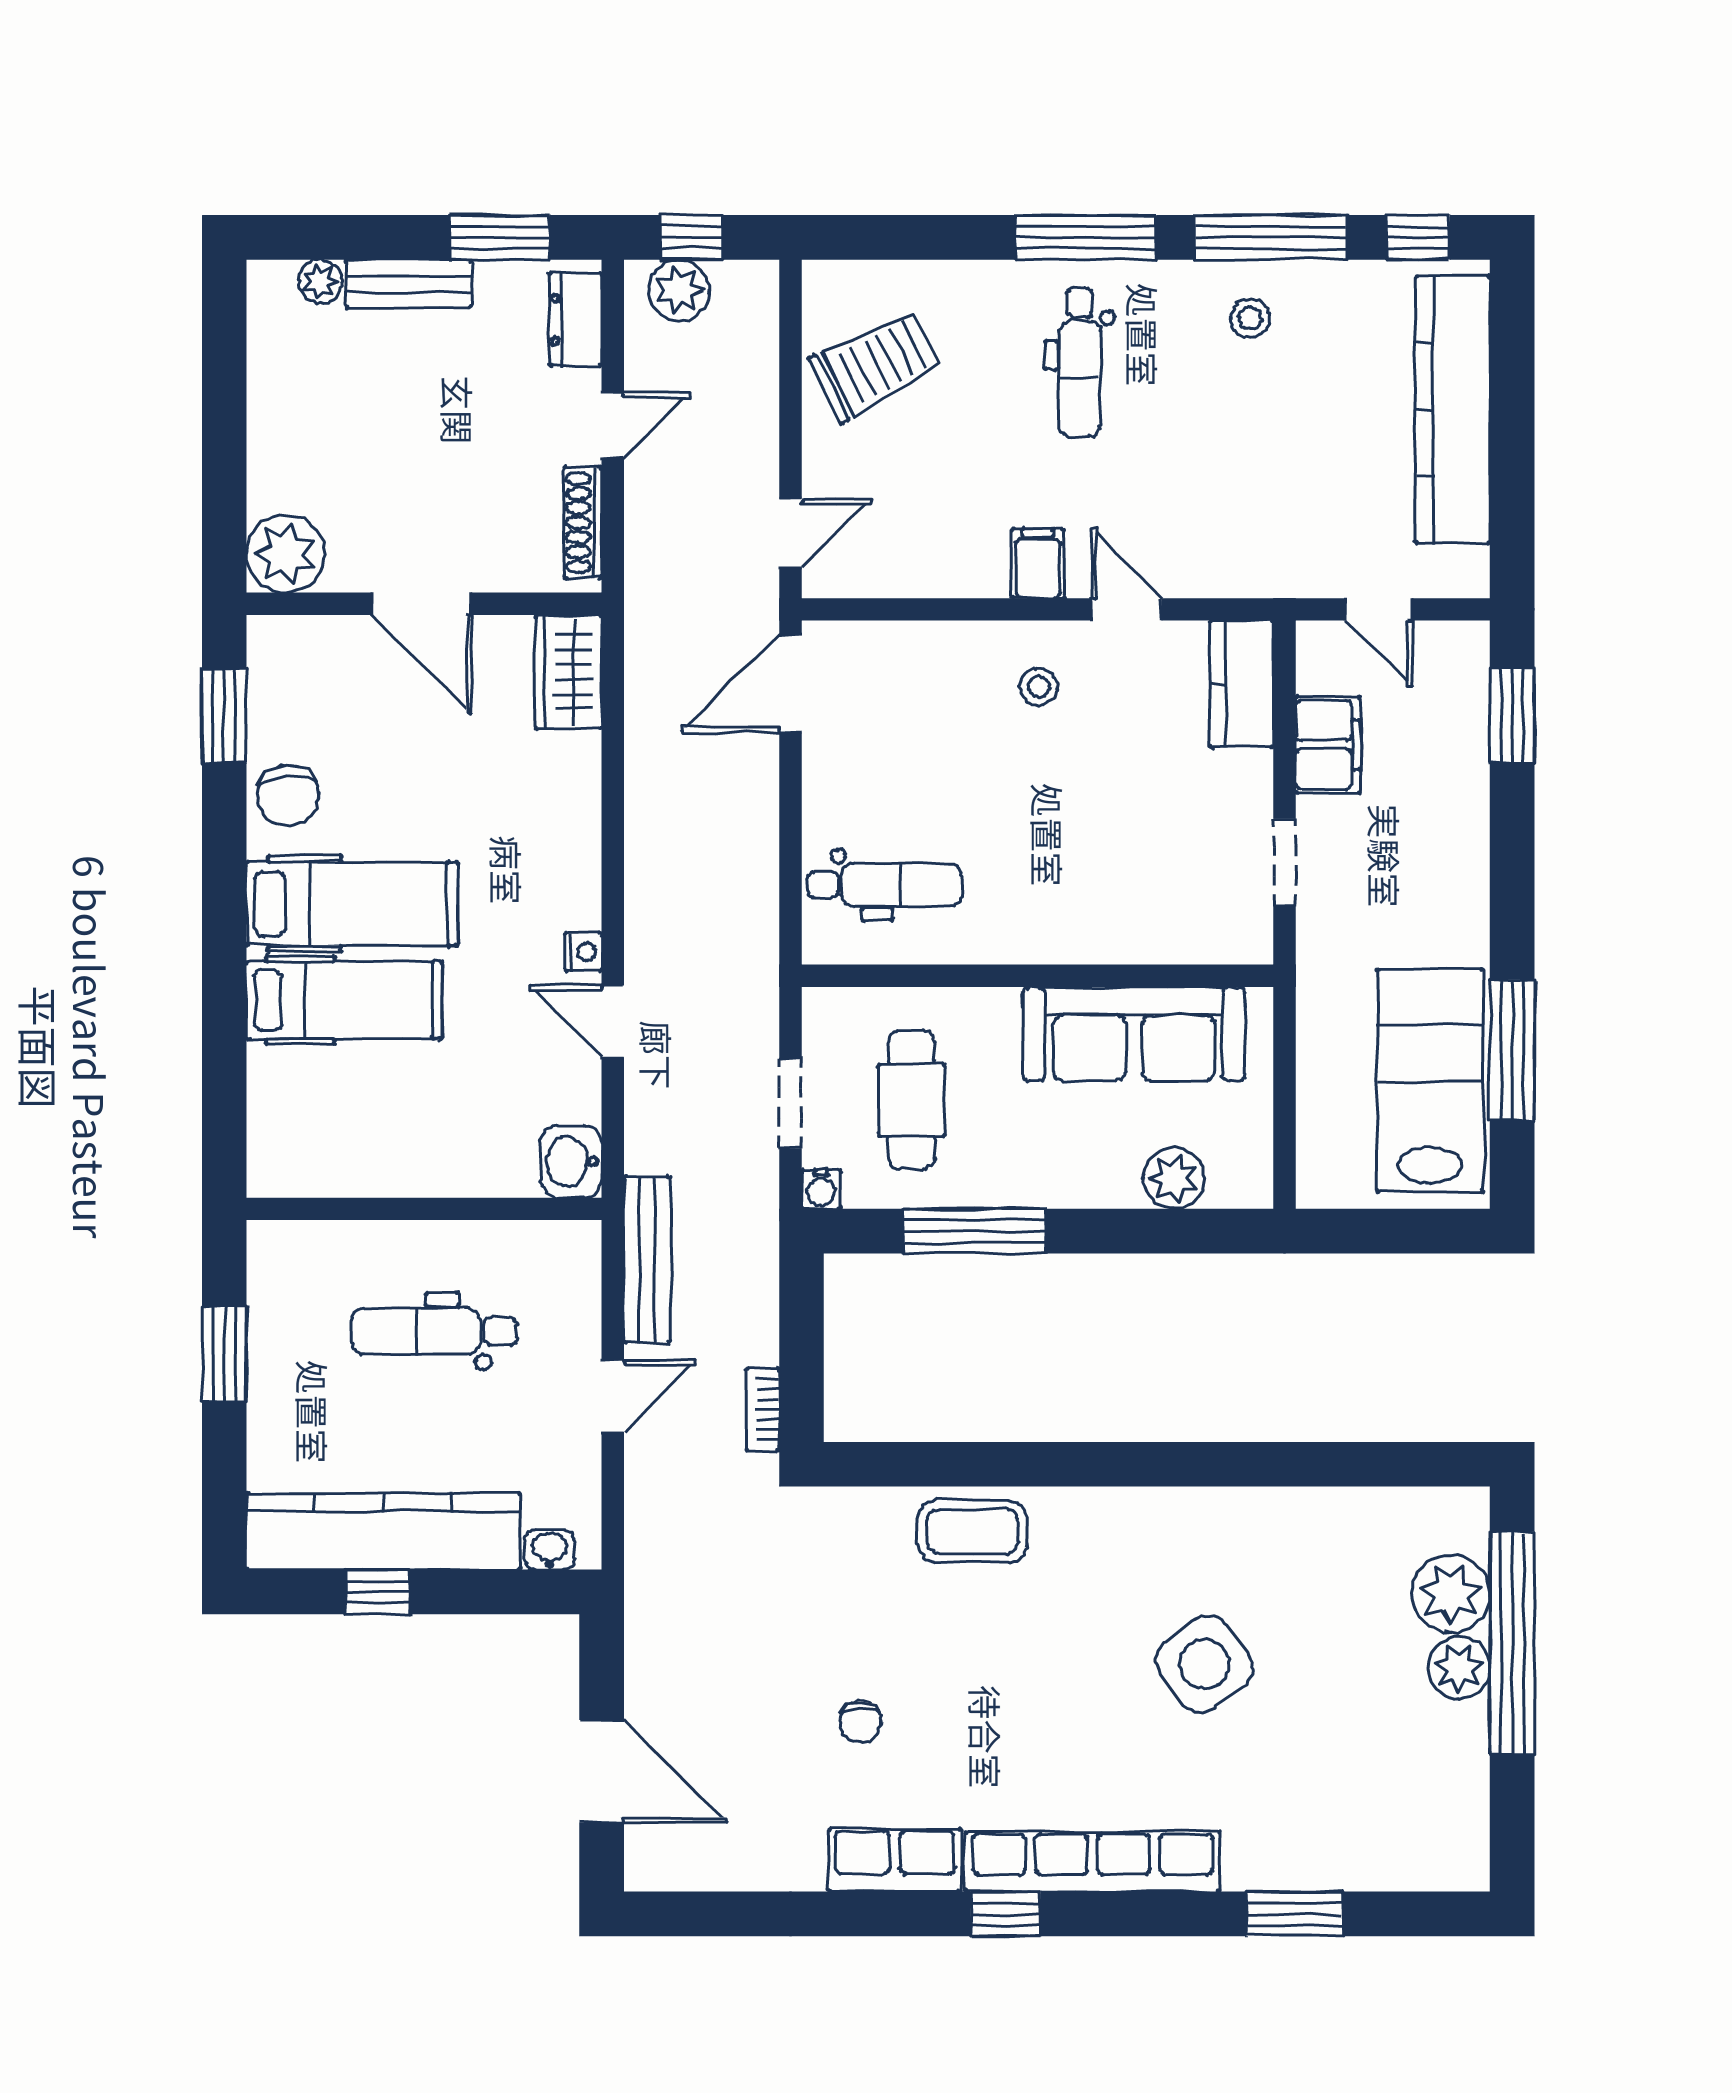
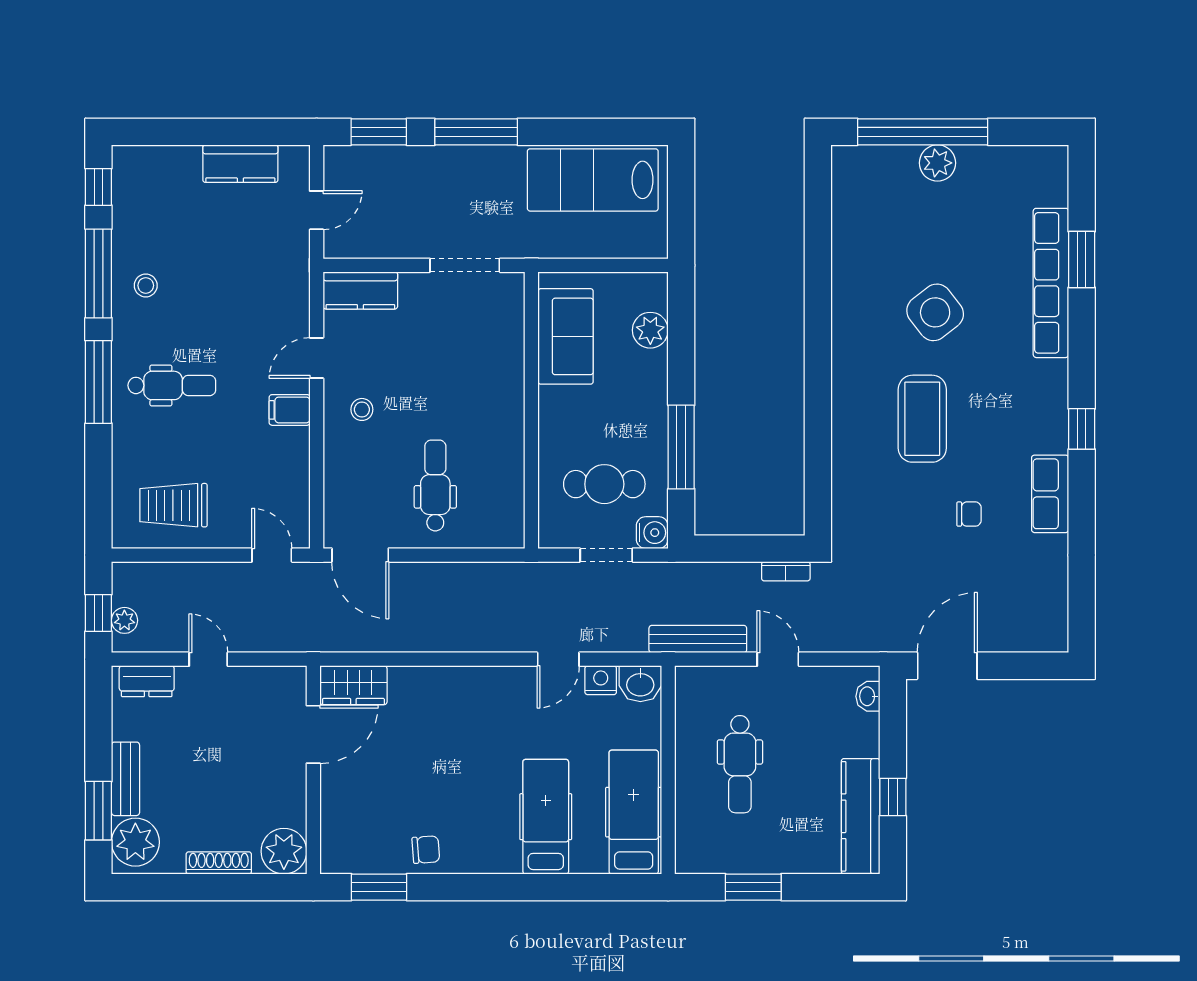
window: (499, 237) -> (98, 811), moved
plant: (320, 281) -> (135, 842), width x1.88, depth x1.88
plant: (679, 290) -> (124, 620), width x0.73, depth x0.73
trolley: (875, 365) -> (173, 505), turned -63
kitchen counter: (1452, 410) -> (240, 164), width x0.48, depth x0.86
shoe rack: (583, 523) -> (219, 863), moved, turned 180
door: (421, 604) -> (313, 734), moved
filing cabinet: (1328, 745) -> (396, 240), removed
chair: (288, 796) -> (426, 850), width x0.73, depth x0.73
doorway: (1285, 862) -> (465, 265), width x1.38
dental chair: (885, 885) -> (435, 486), moved
hospital bed: (352, 904) -> (634, 812), moved
nightstand: (583, 952) -> (601, 680), moved, width x1.39, depth x1.35
sofa: (1134, 1034) -> (566, 336), width x0.73
window: (1512, 1050) -> (476, 132), moved
water cooler: (821, 1189) -> (652, 533), width x1.38, depth x1.38
kitchen counter: (383, 1531) -> (861, 816), width x0.72, depth x0.86
coffee table: (972, 1532) -> (922, 419), moved, width x1.36, depth x1.32
plant: (1451, 1594) -> (894, 168), removed
door: (602, 1771) -> (947, 666), moved
row of seats: (1093, 1862) -> (1051, 283), moved

